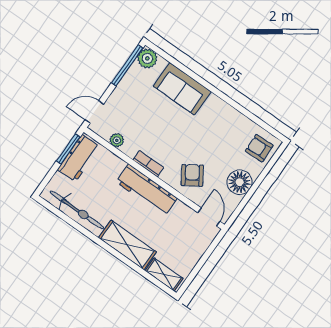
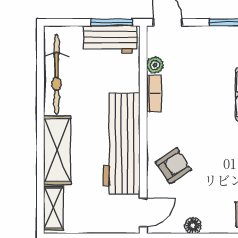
bookcase: (148, 164) -> (154, 94), moved
floor lamp: (240, 182) -> (193, 226), width x0.53, depth x0.53
workbench: (147, 190) -> (122, 144), width x1.36, depth x1.32

